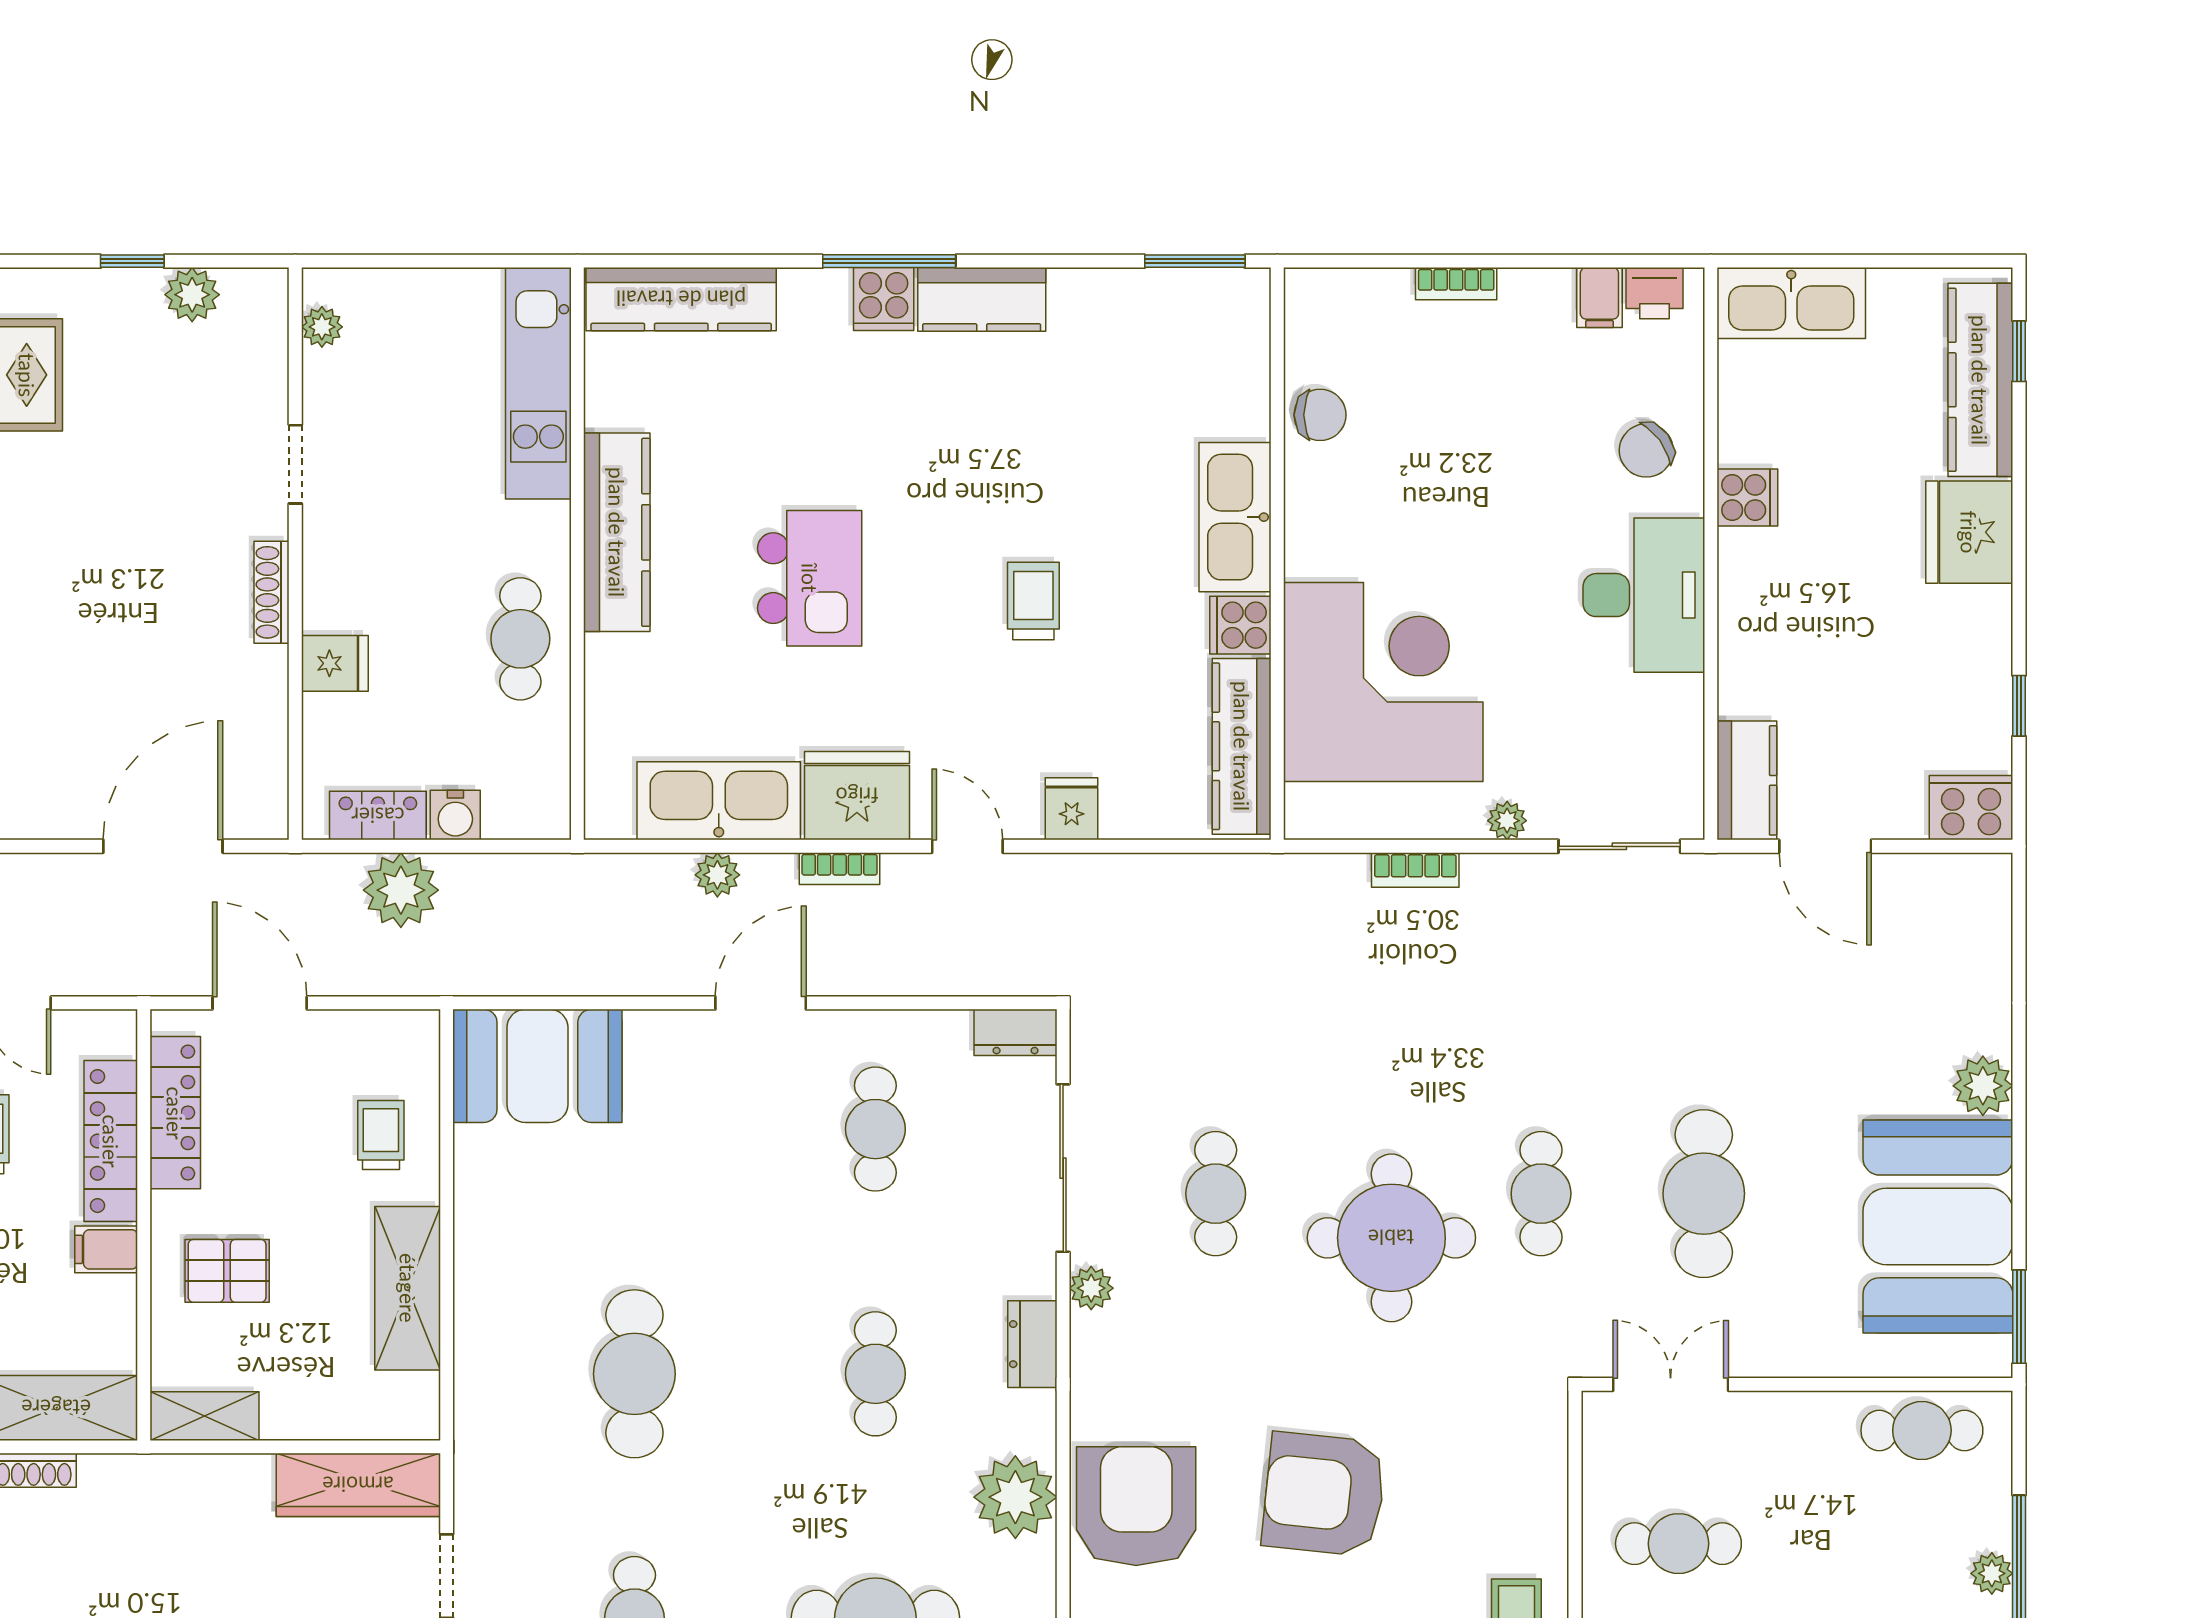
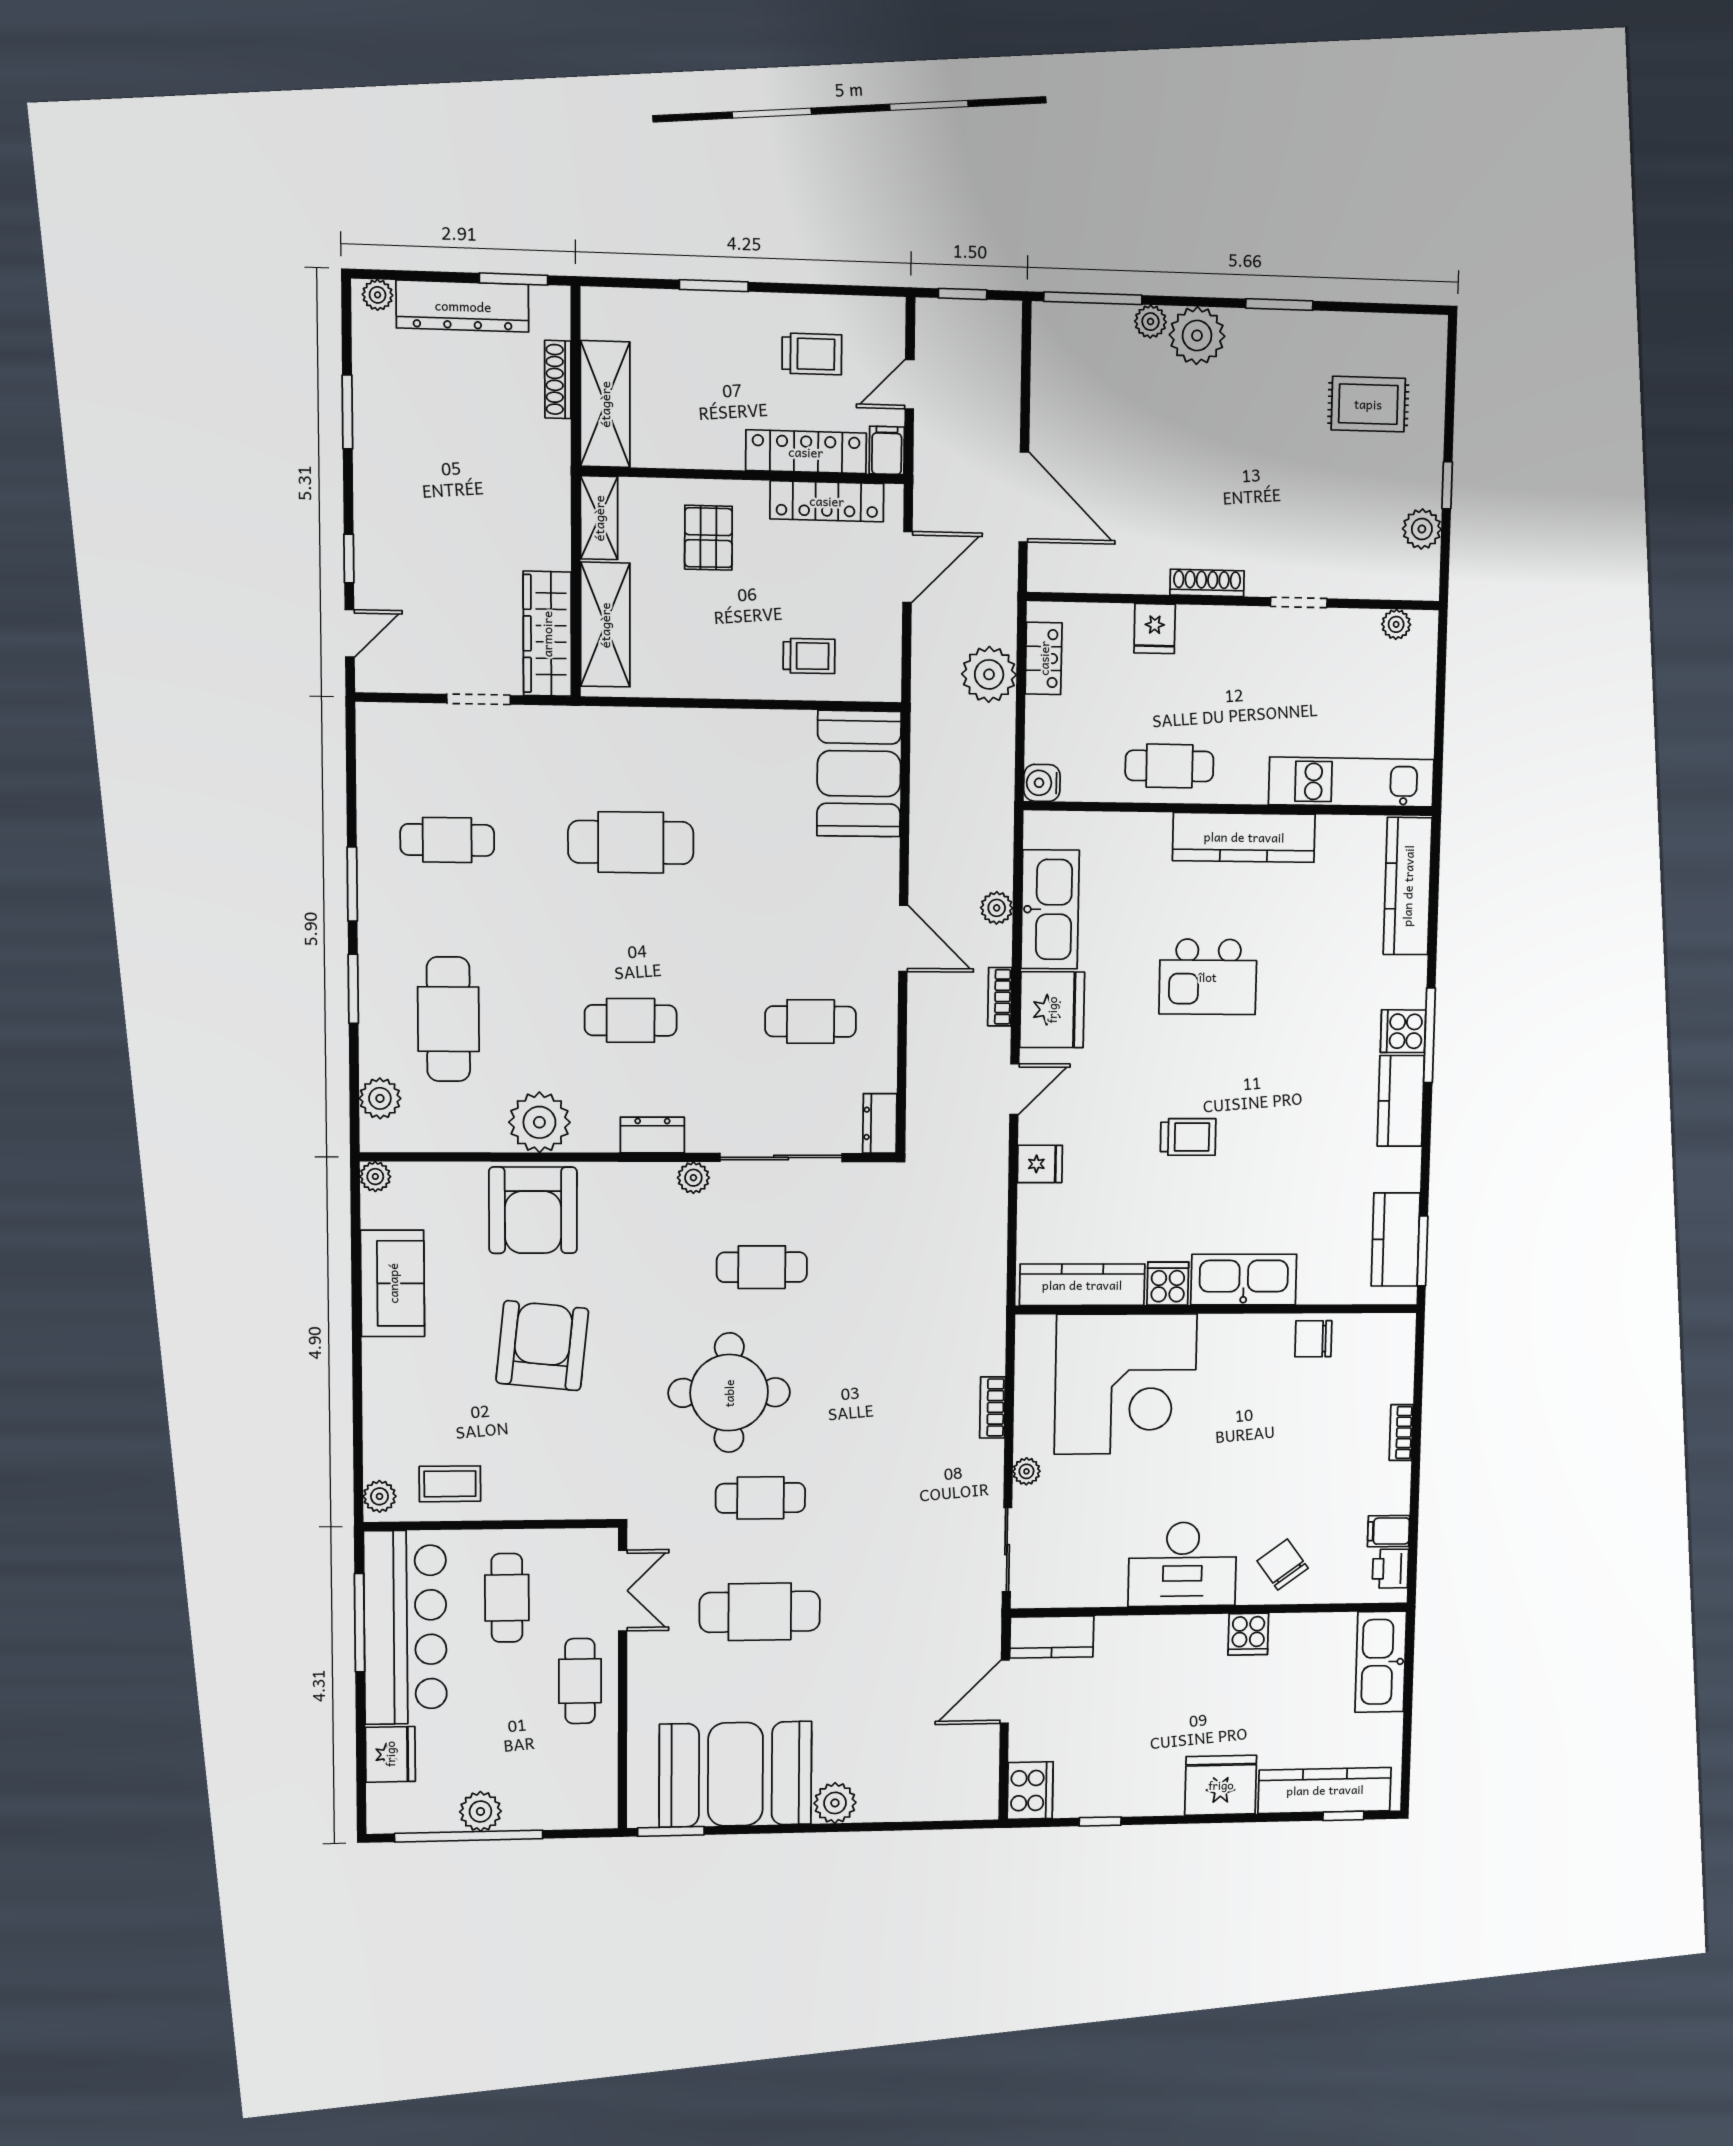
kitchen counter: (1178, 301) -> (1395, 1239), added
chair: (1320, 415) -> (1313, 1339), turned 90
water cooler: (455, 815) -> (1042, 783), moved
filing cabinet: (106, 1249) -> (887, 450), moved
shelving: (408, 1288) -> (605, 625), moved, turned 90
cafe table: (1922, 1430) -> (580, 1681), moved
armchair: (1136, 1506) -> (533, 1210), turned 90
plant: (1992, 1573) -> (480, 1811), width x1.38, depth x1.38

